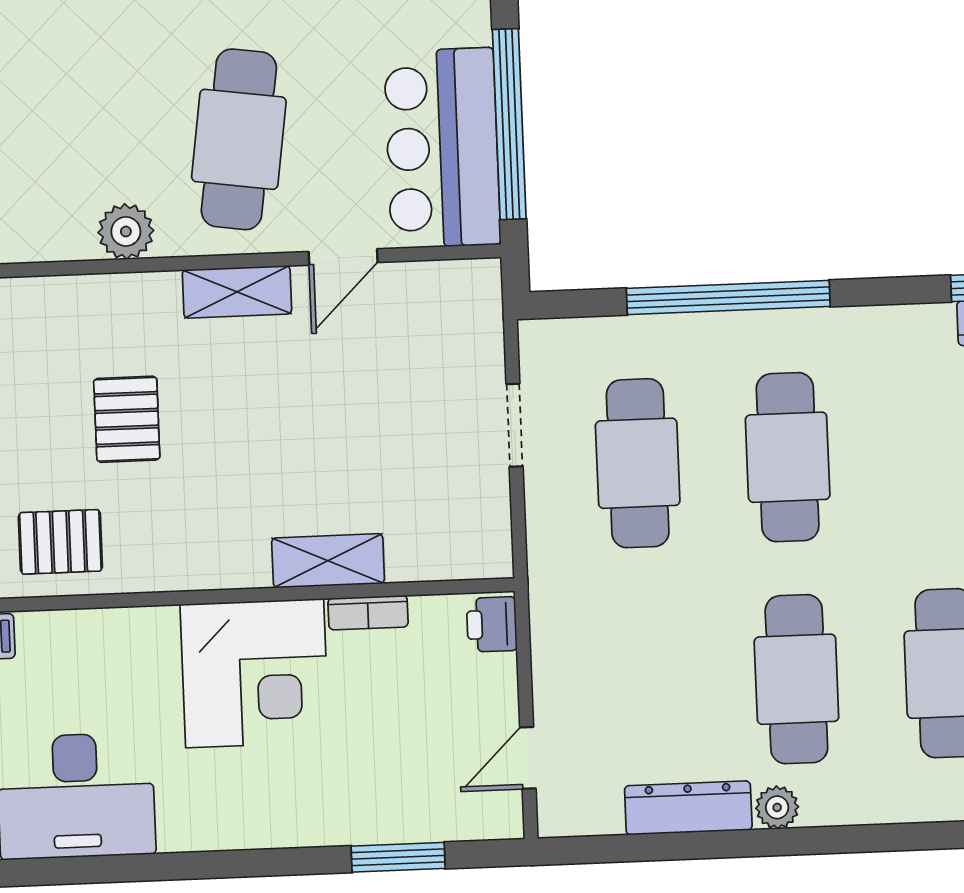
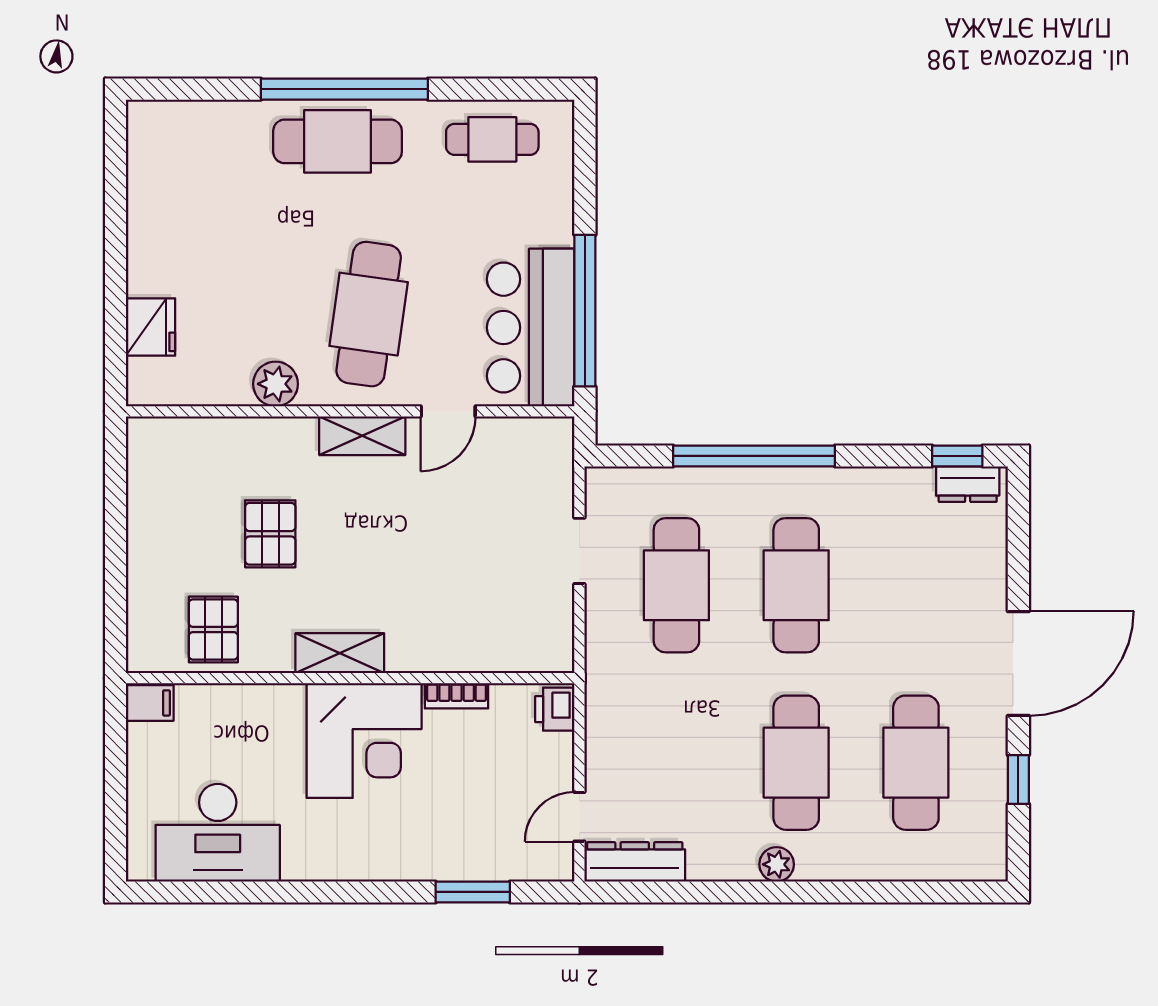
pallet: (60, 542) -> (213, 629), turned 90
shelving: (328, 561) -> (340, 653), moved
dresser: (688, 808) -> (635, 862), moved

